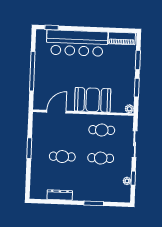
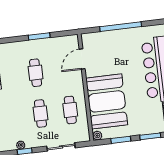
booth: (93, 100) -> (107, 101), width x1.36, depth x1.42
door: (56, 112) -> (82, 59), swing flipped

